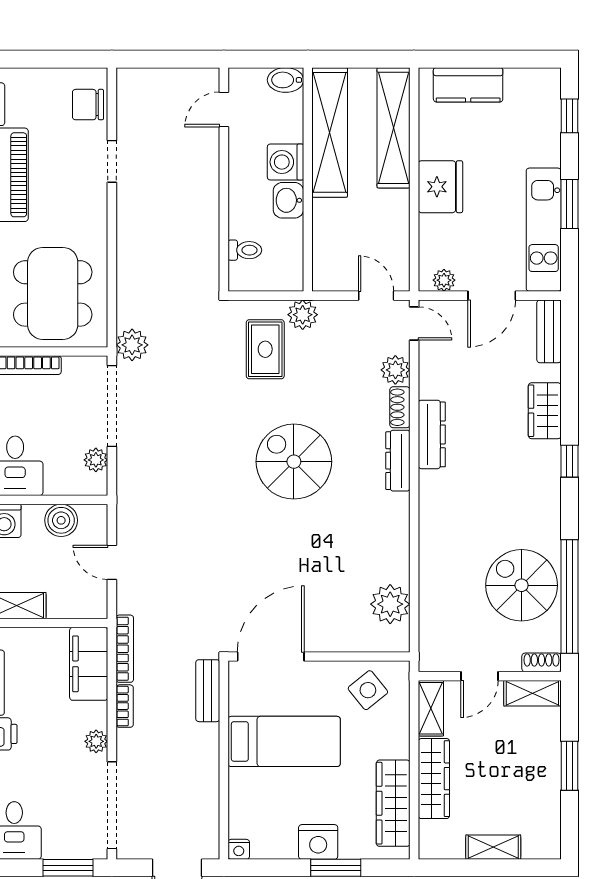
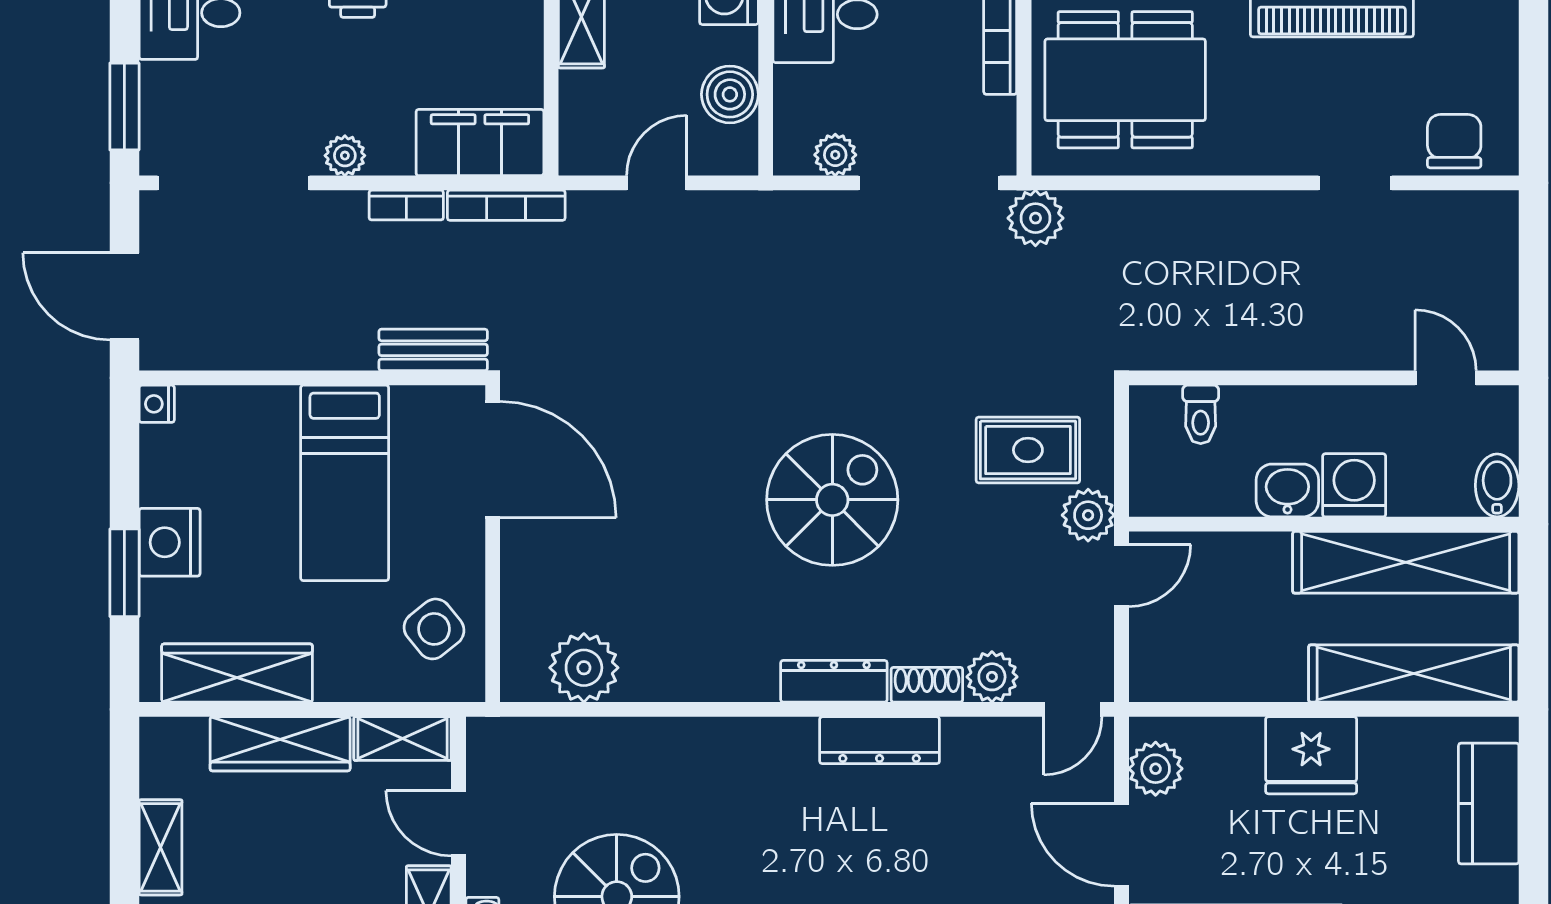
plant: (444, 280) -> (1156, 769), width x1.38, depth x1.38
door: (376, 296) -> (1121, 576), moved

